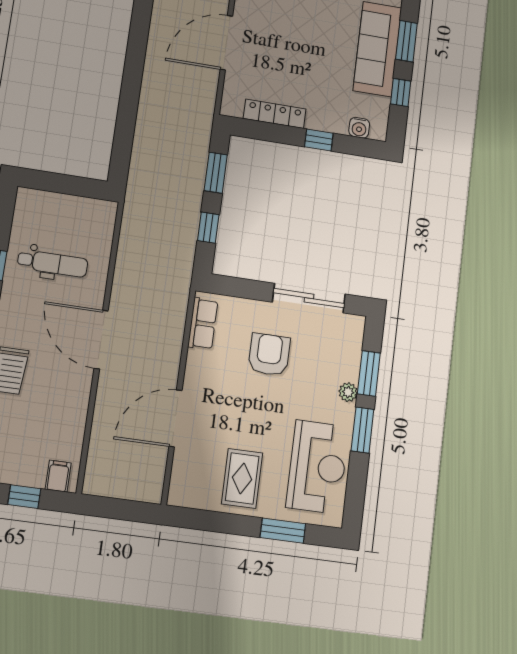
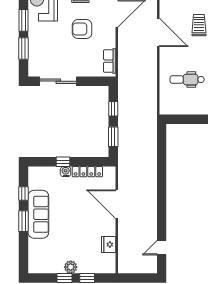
door: (226, 43) -> (117, 204), swing flipped
water cooler: (359, 128) -> (66, 172), moved
door: (101, 340) -> (158, 32), moved
armchair: (269, 355) -> (82, 29), moved, turned 90
plant: (348, 392) -> (33, 38), removed

